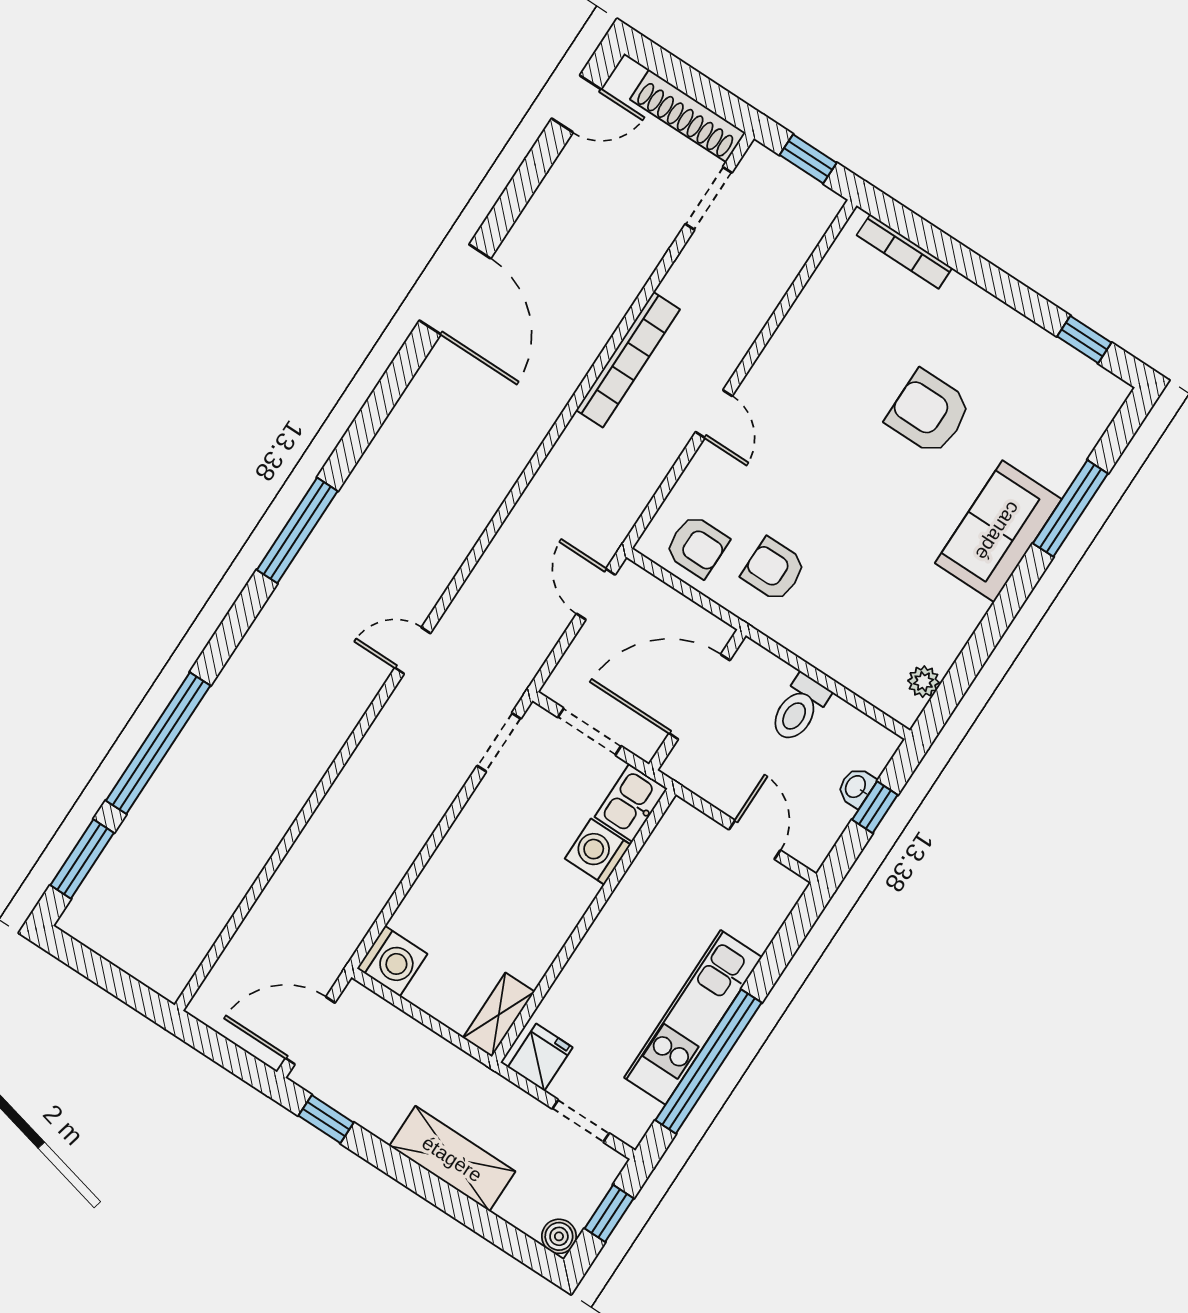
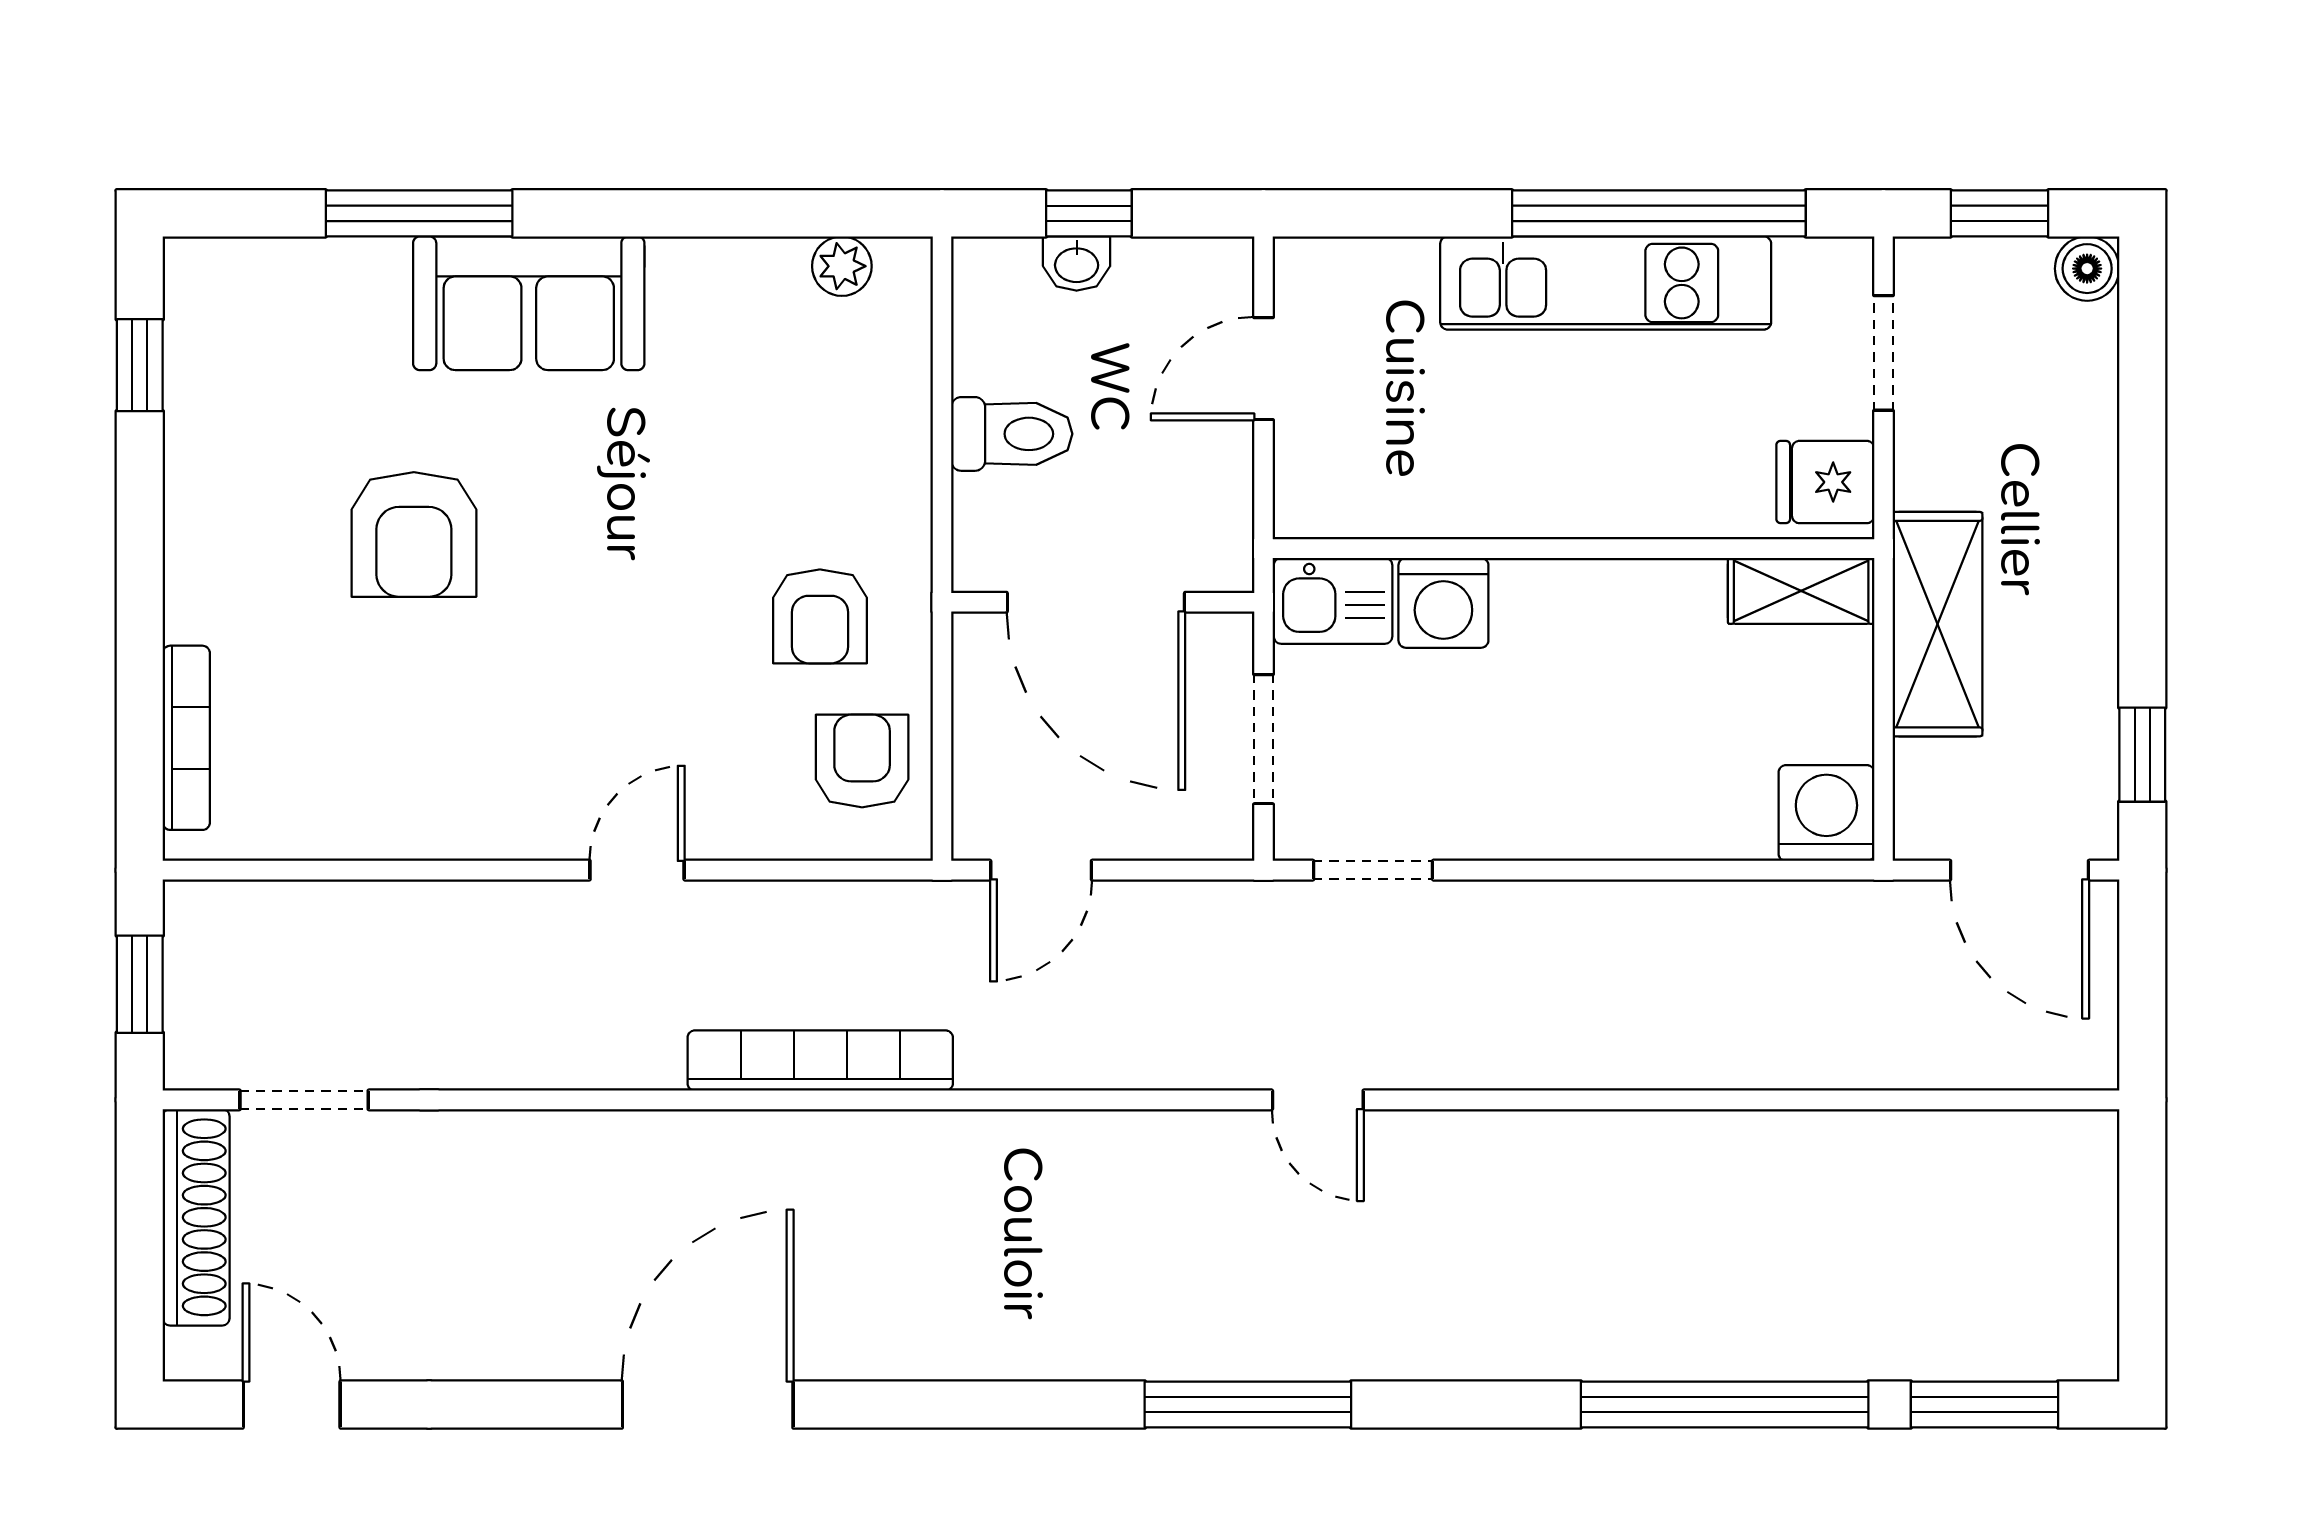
bookcase: (628, 360) -> (820, 1061), moved
shelving: (452, 1159) -> (1938, 624), moved

